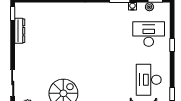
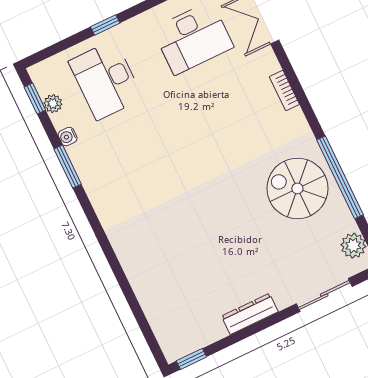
dresser: (20, 31) -> (250, 314), moved

